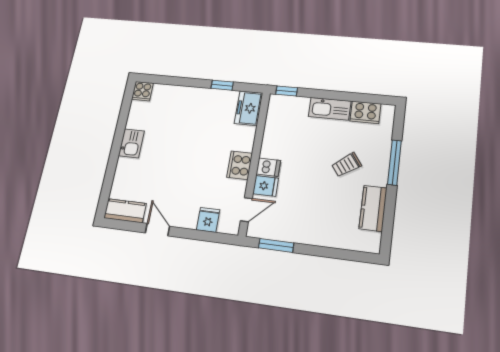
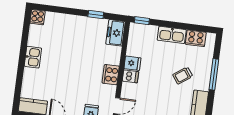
fridge: (266, 186) -> (132, 63), moved

